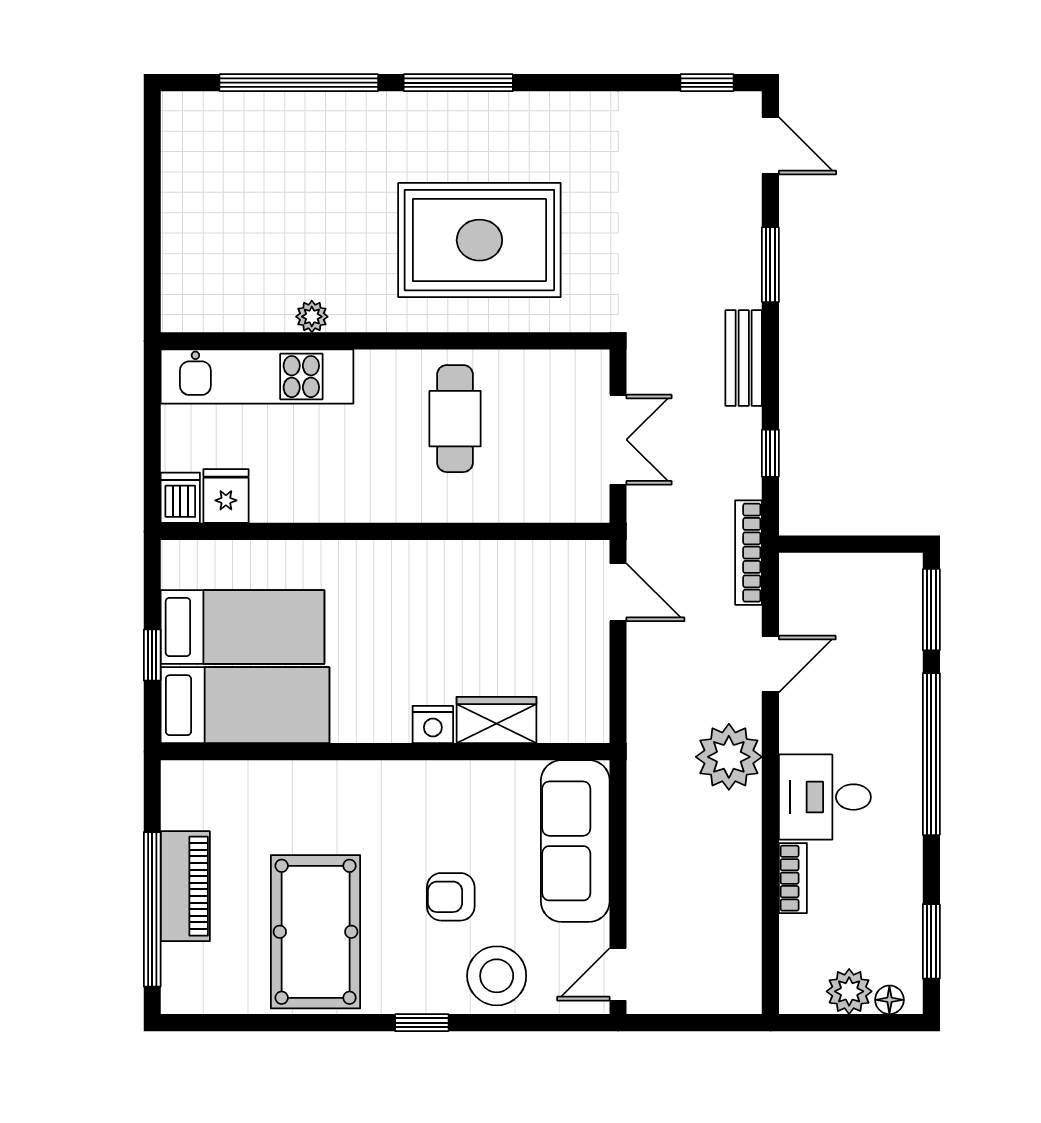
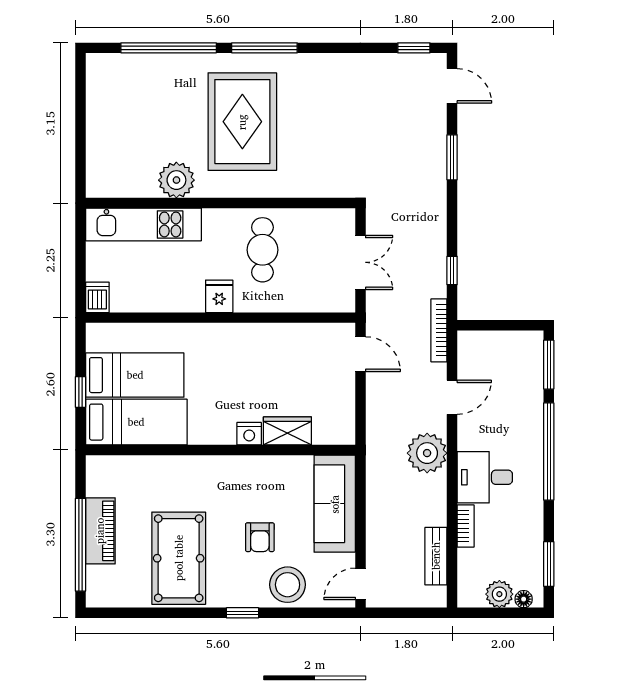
rug: (479, 240) -> (242, 122), moved, turned 90
plant: (312, 317) -> (176, 180), width x1.88, depth x1.88
bench: (744, 358) -> (436, 556), moved
fridge: (226, 496) -> (219, 296), moved
armchair: (451, 897) -> (260, 537), turned -90

